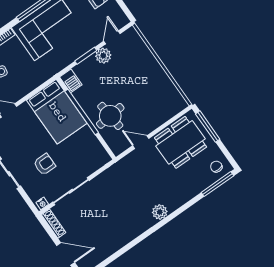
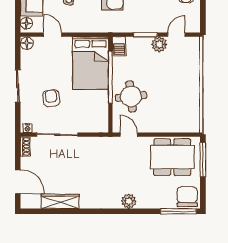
door: (141, 142) -> (129, 135), moved
armchair: (44, 164) -> (51, 98), turned -98
chair: (216, 167) -> (187, 197), width x1.87, depth x1.87
plant: (160, 212) -> (129, 201), moved
shoe rack: (54, 224) -> (25, 147), width x0.70
wardrobe: (112, 245) -> (60, 201), added

